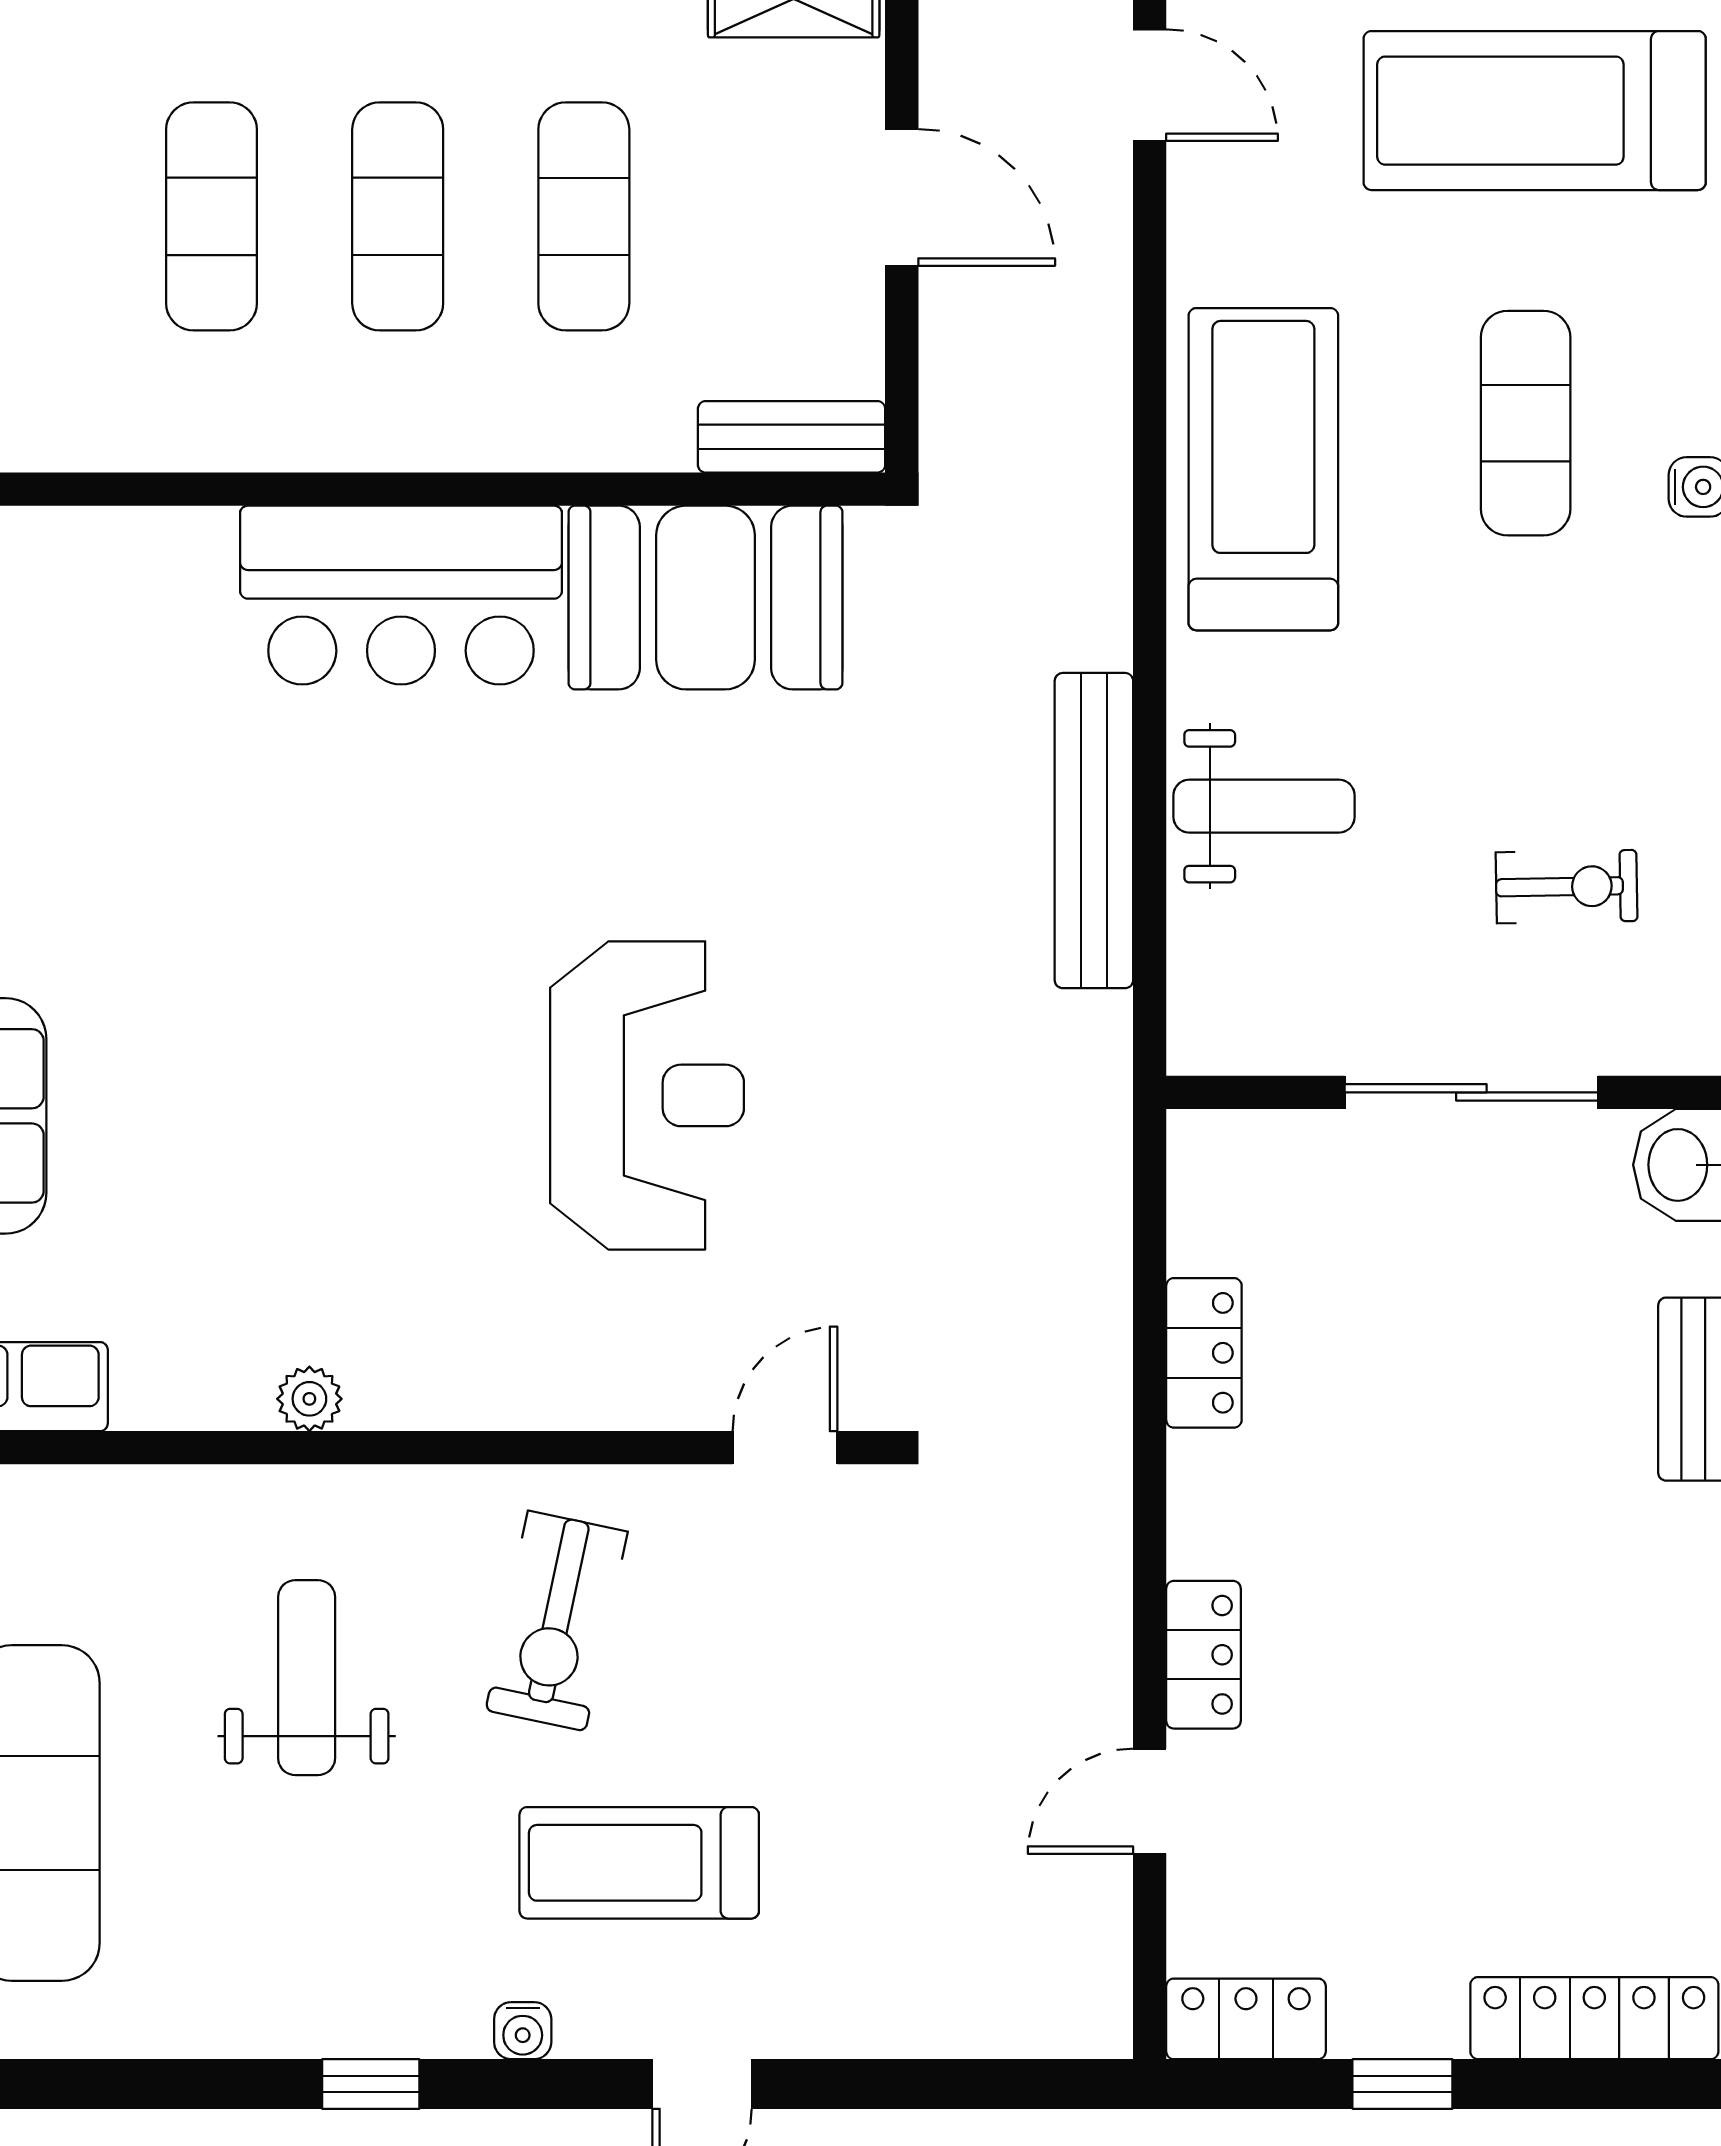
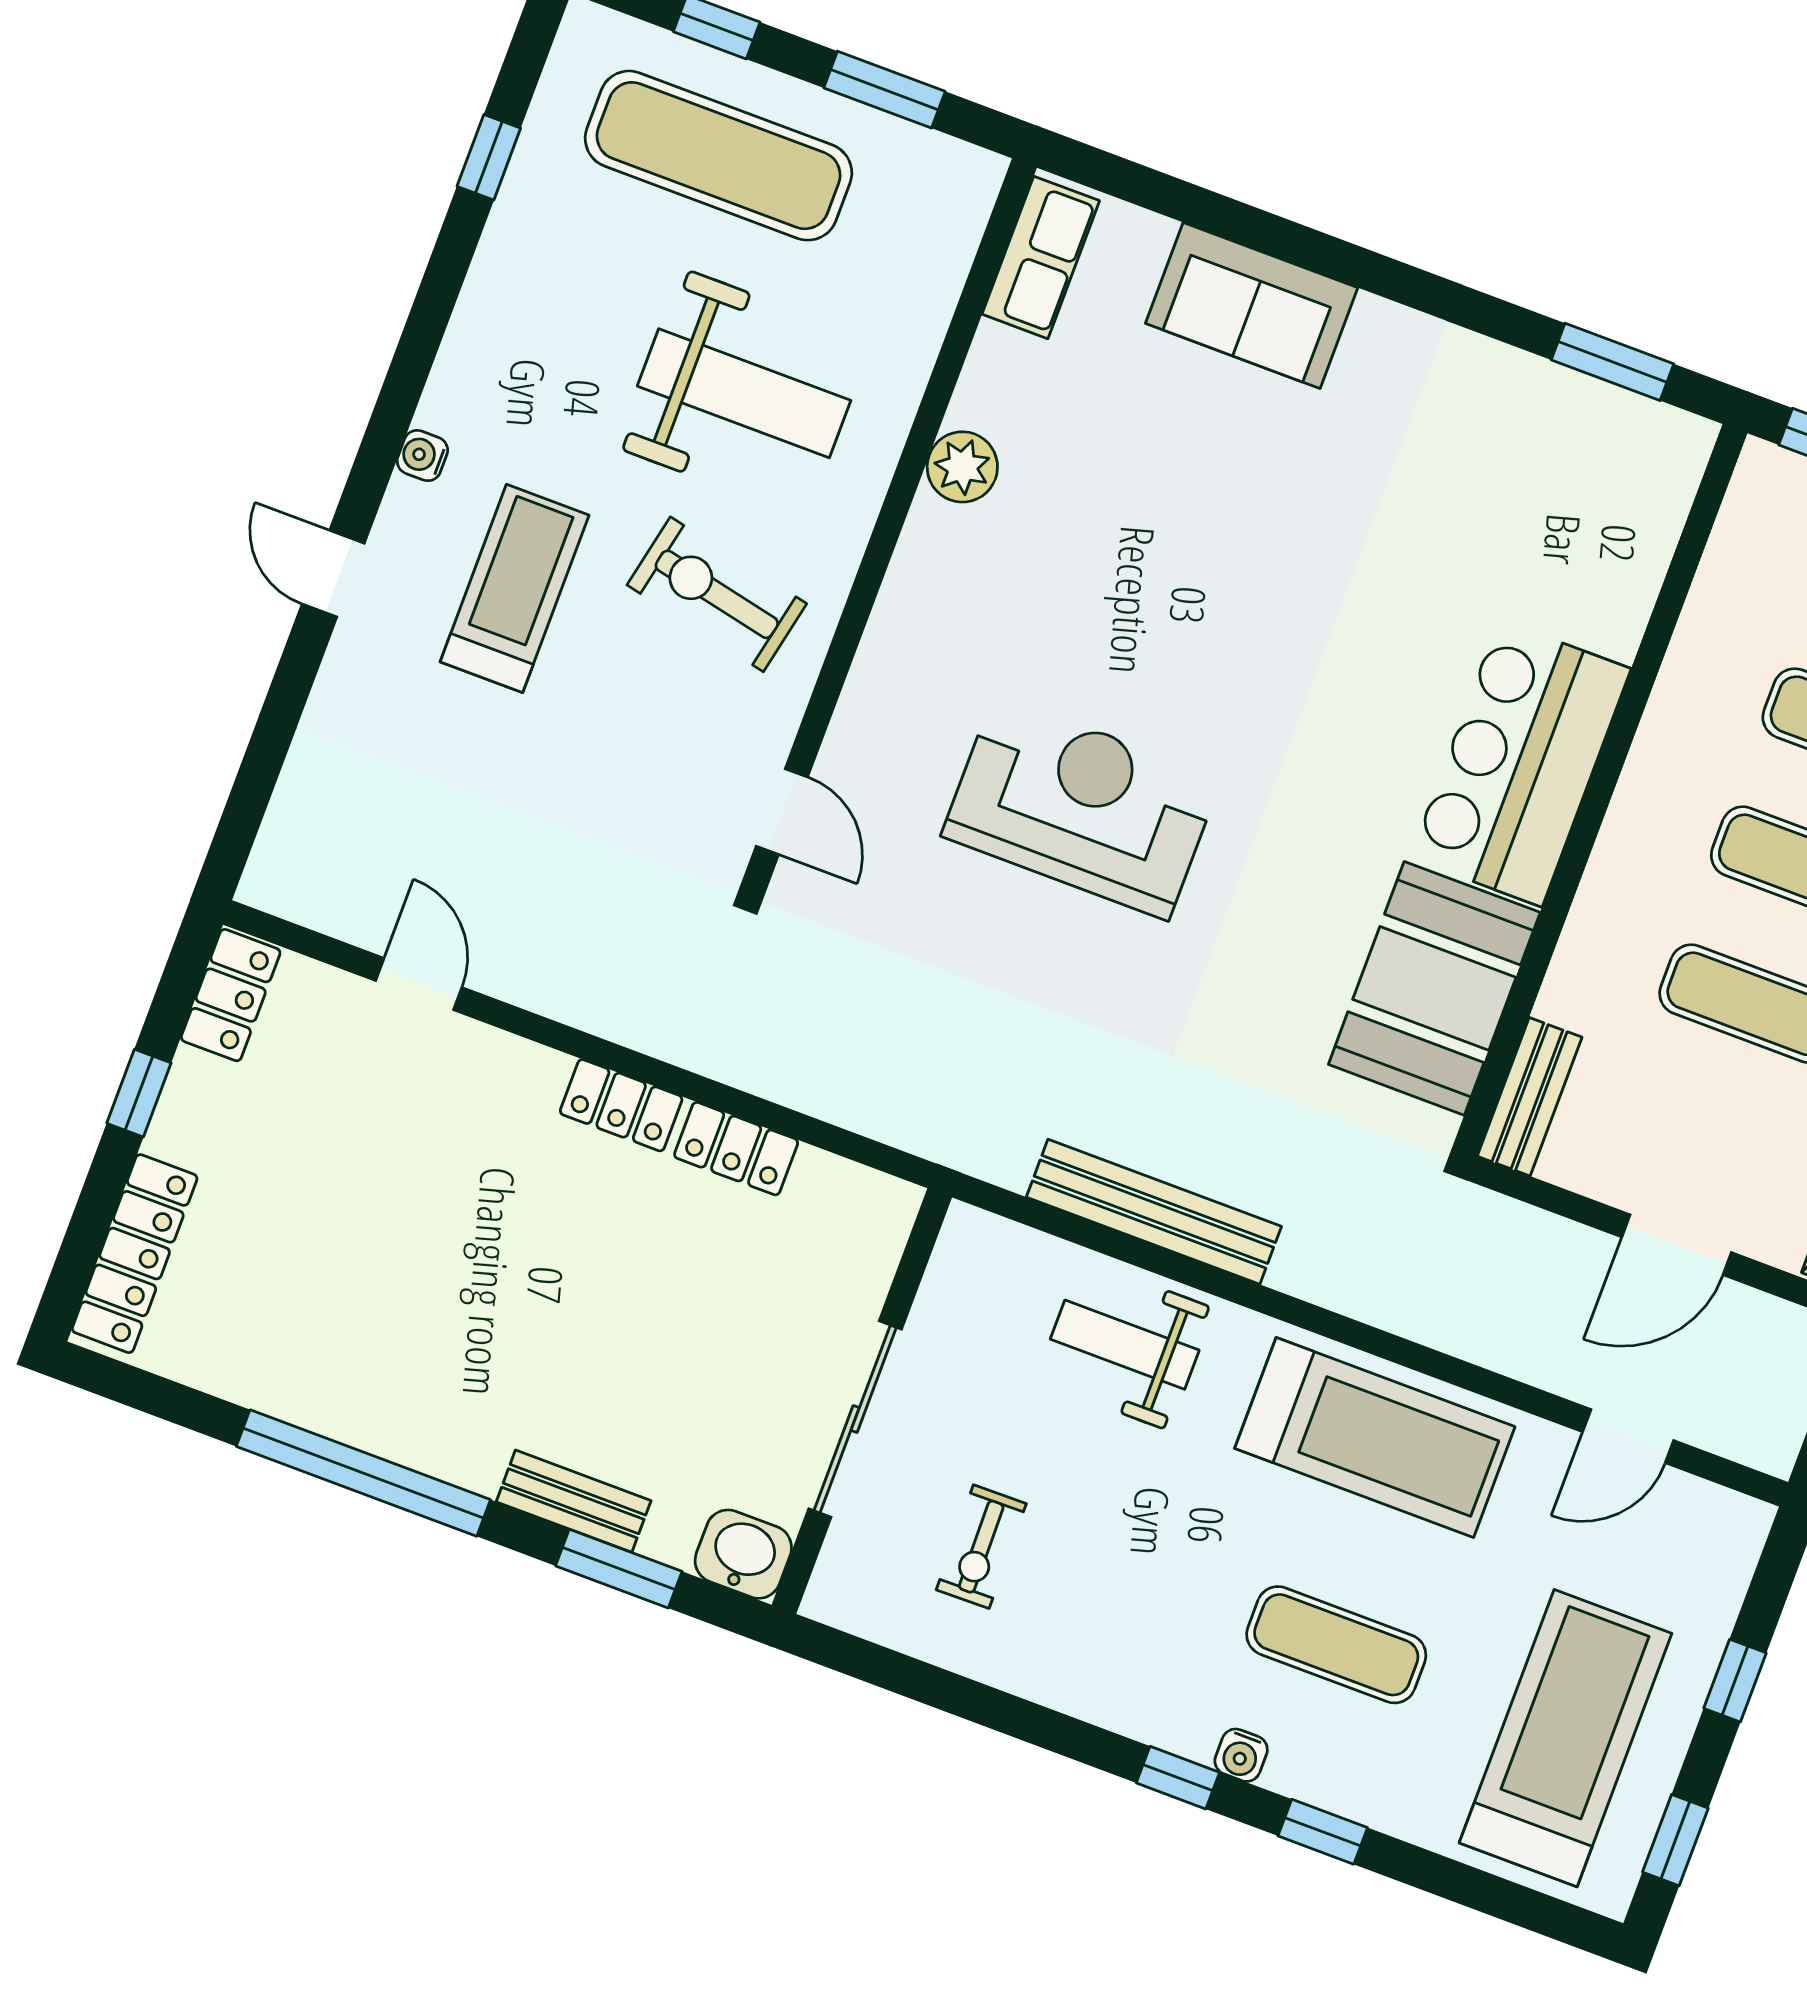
door: (1150, 85) -> (1628, 1436), moved
weight bench: (1264, 806) -> (1125, 1345), turned 90
reception desk: (647, 1095) -> (1081, 807), turned 180
plant: (309, 1399) -> (962, 467), width x1.38, depth x1.38
locker: (1203, 1655) -> (621, 1105), moved
weight bench: (307, 1678) -> (744, 393), width x1.36, depth x1.33
window: (371, 2084) -> (489, 157), moved

